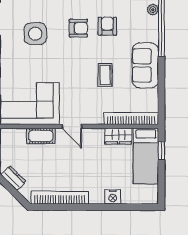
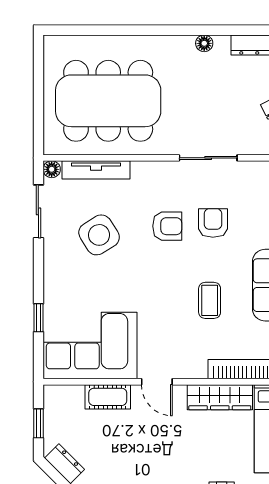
side table: (35, 34) -> (99, 235), turned -32
wardrobe: (118, 136) -> (220, 397), width x1.50

